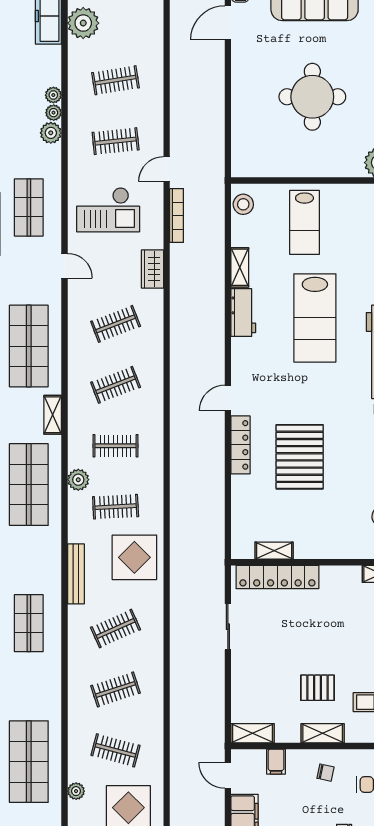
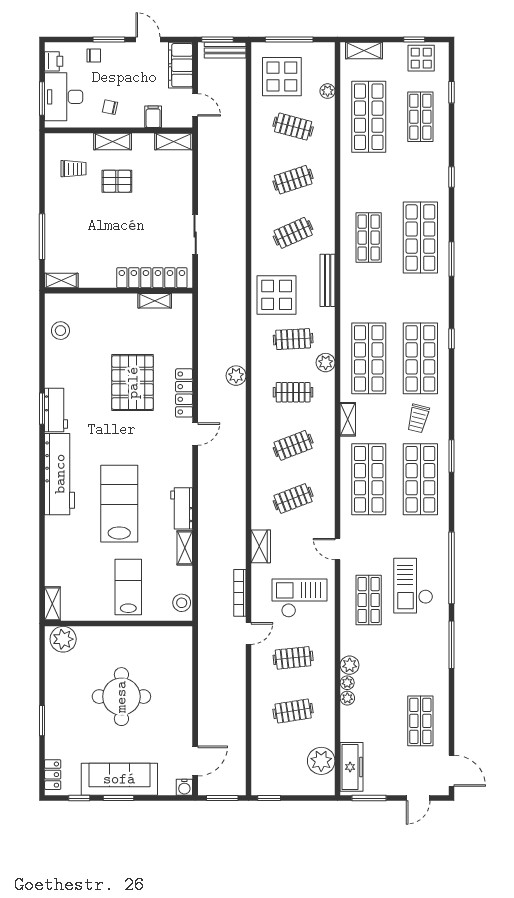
plant: (181, 465) -> (236, 376), added

